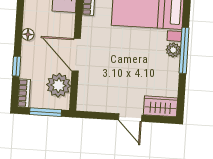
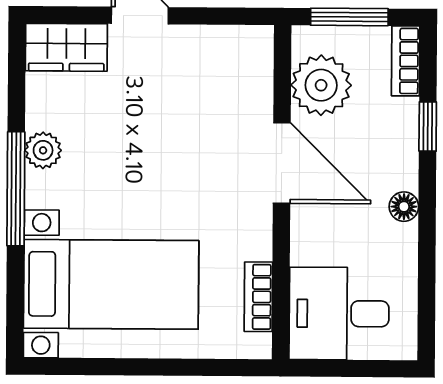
plant: (173, 50) -> (43, 150), moved

